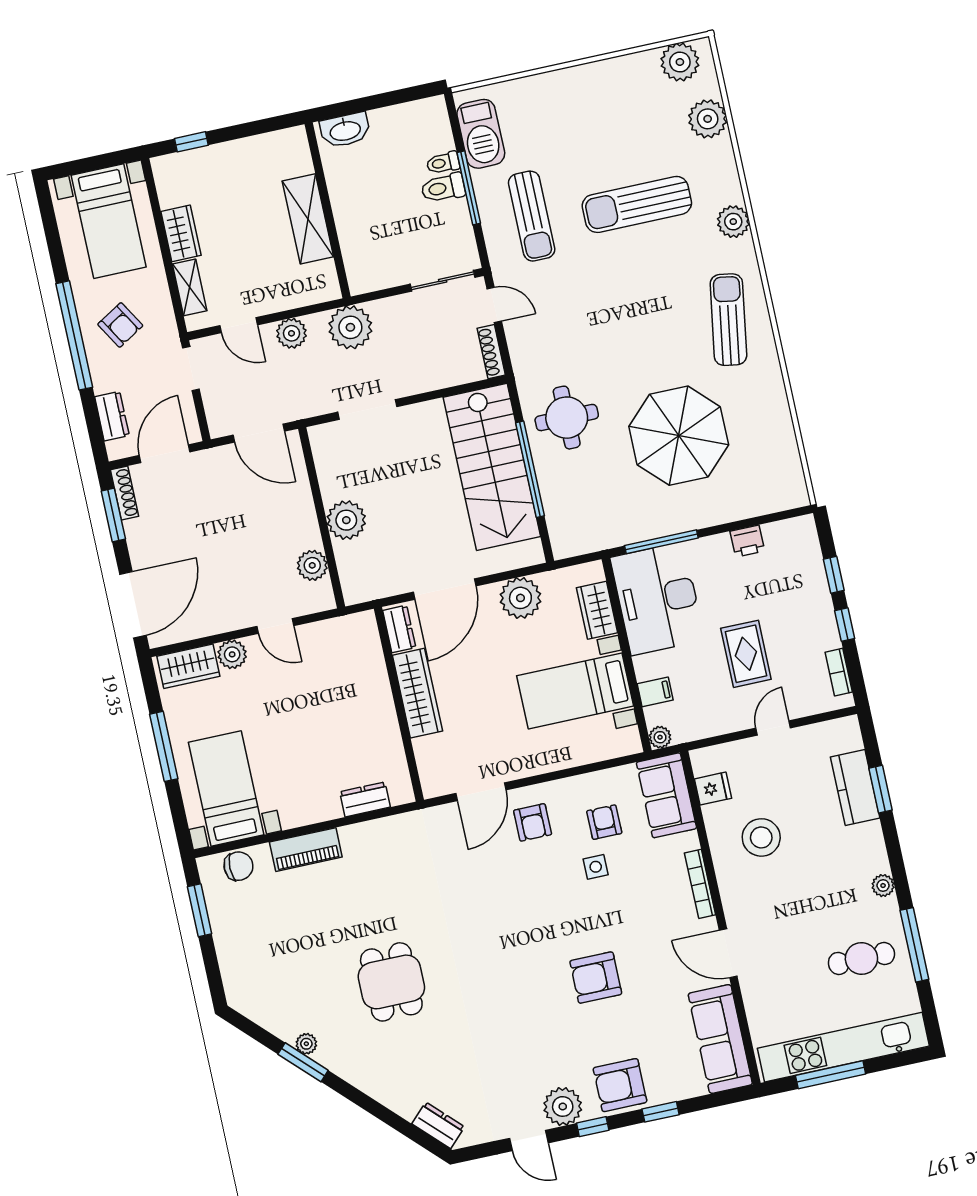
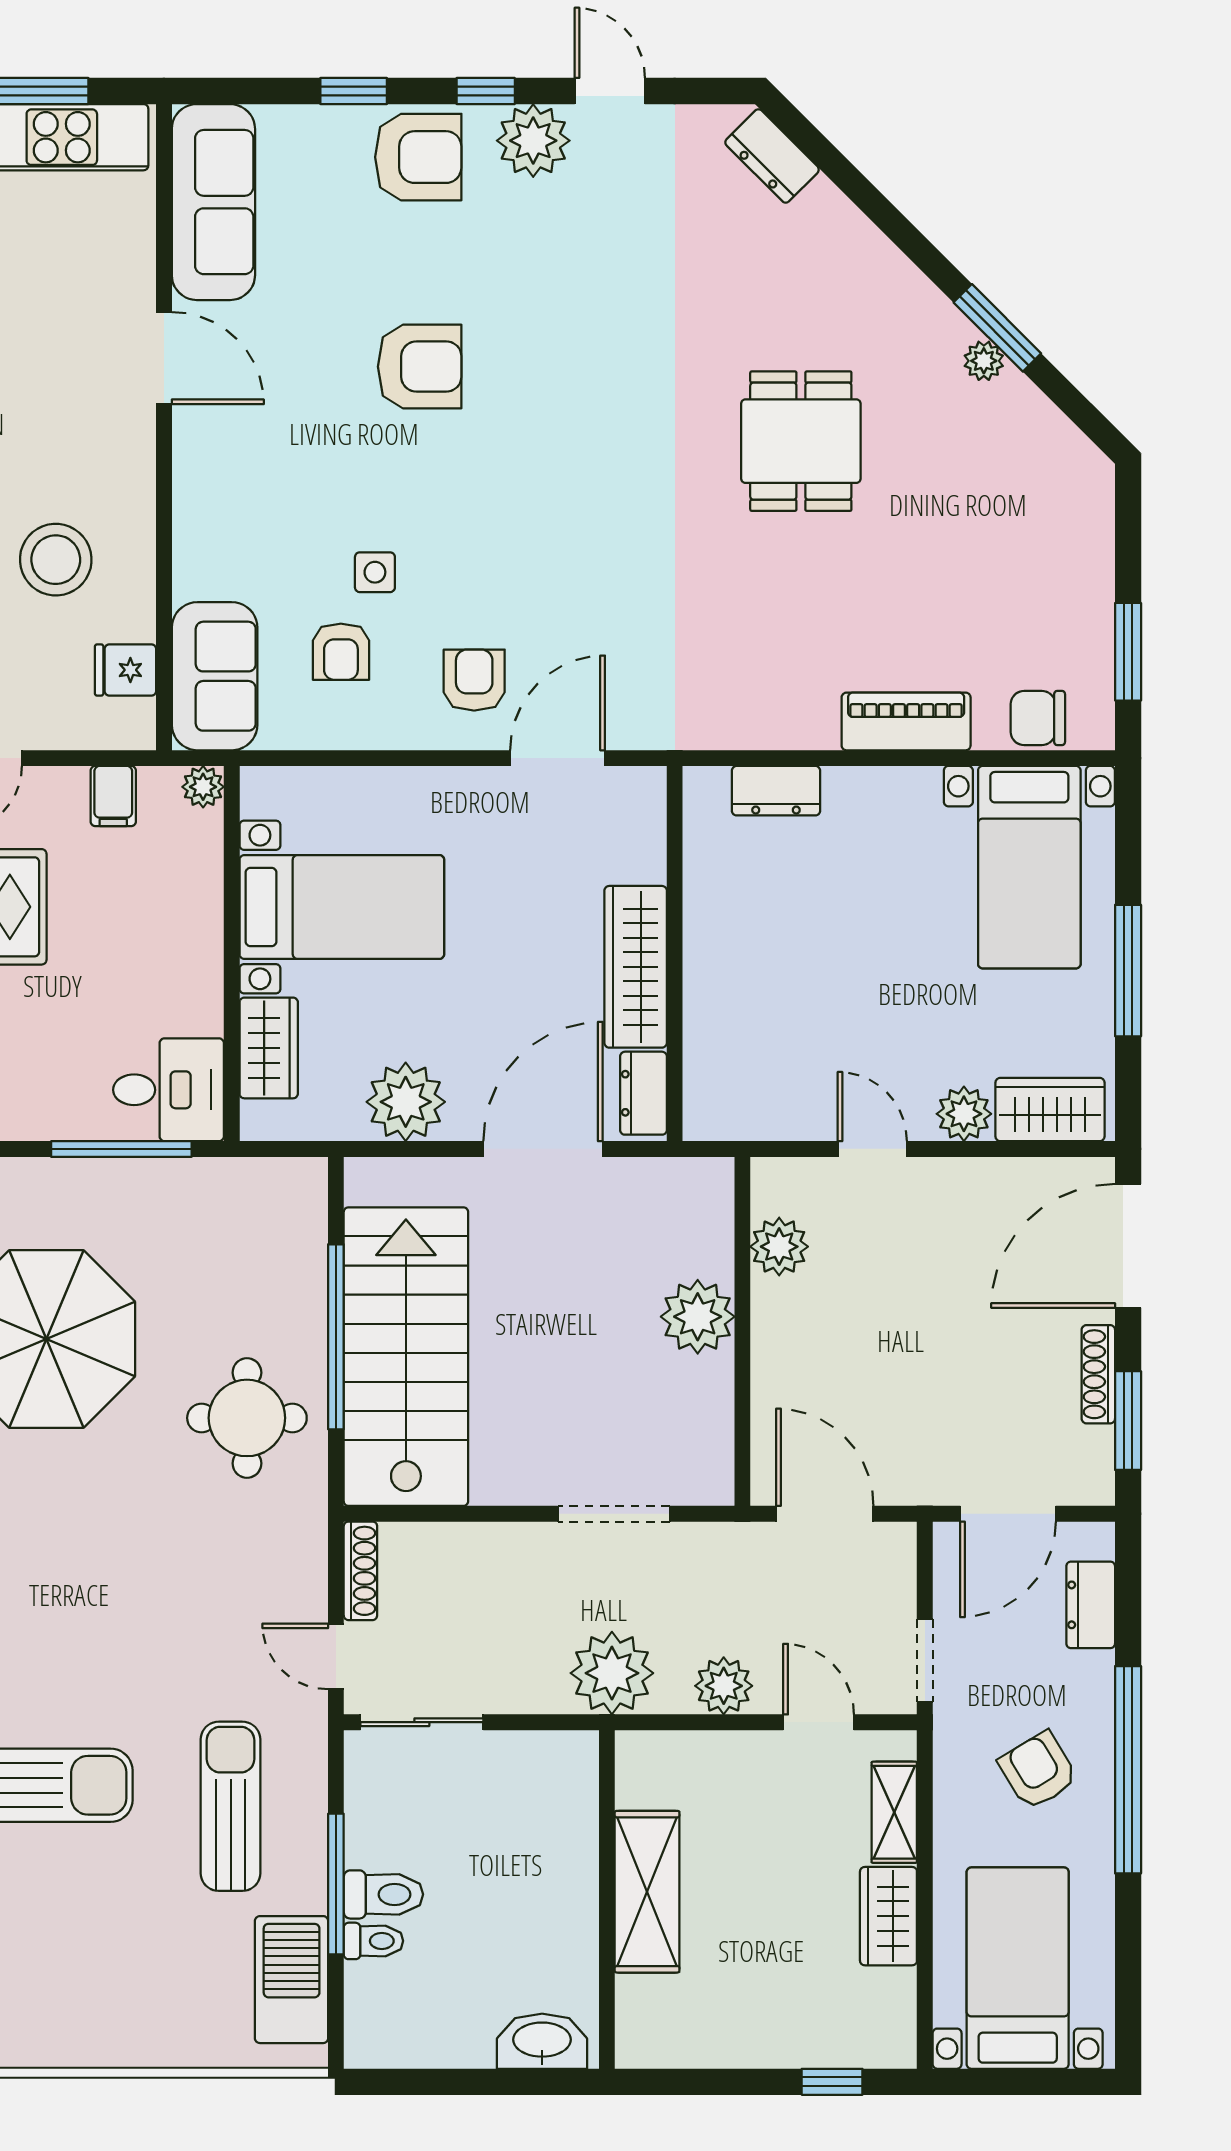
shoe rack: (125, 493) -> (1098, 1374), moved
desk: (657, 599) -> (168, 1090), width x0.53, depth x0.77
filing cabinet: (655, 692) -> (113, 796), moved, turned -90
bookcase: (700, 884) -> (188, 498), removed

